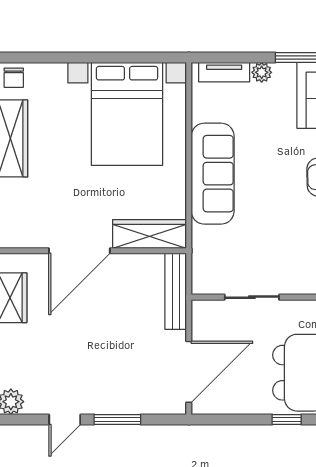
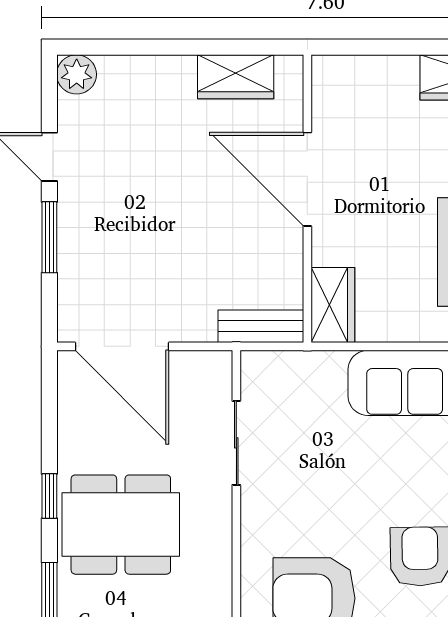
wardrobe: (149, 234) -> (333, 305), width x0.67
bench: (176, 291) -> (261, 326), width x0.73

